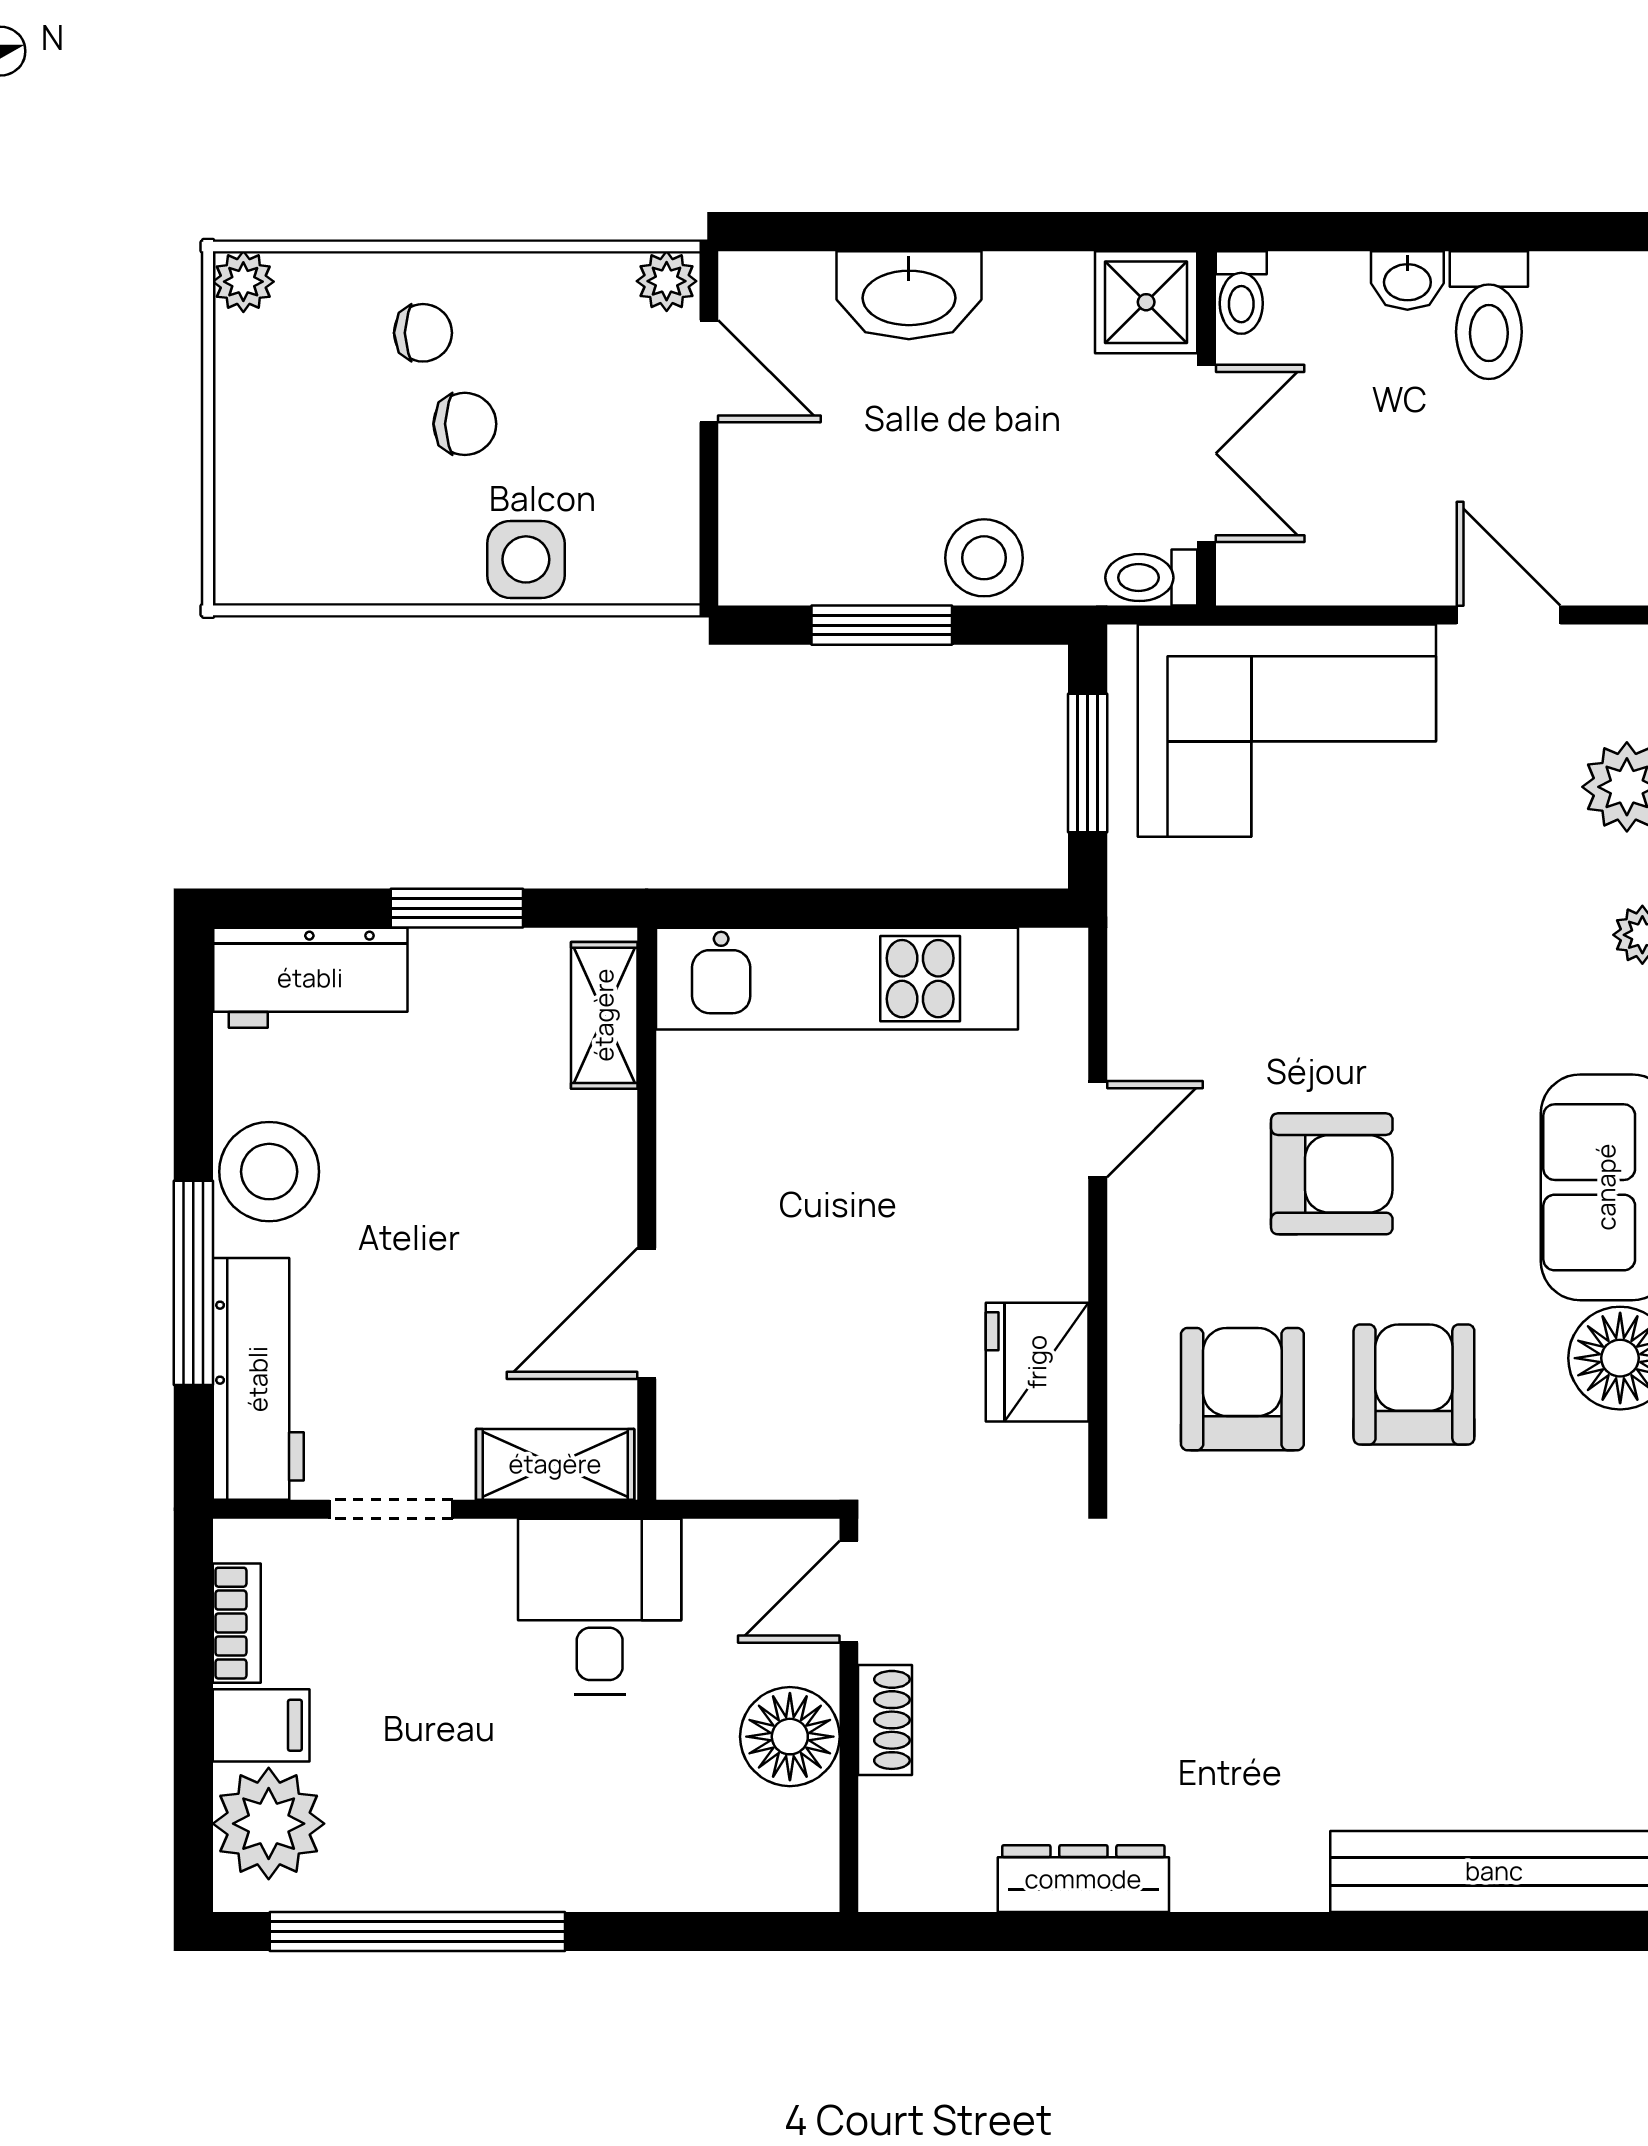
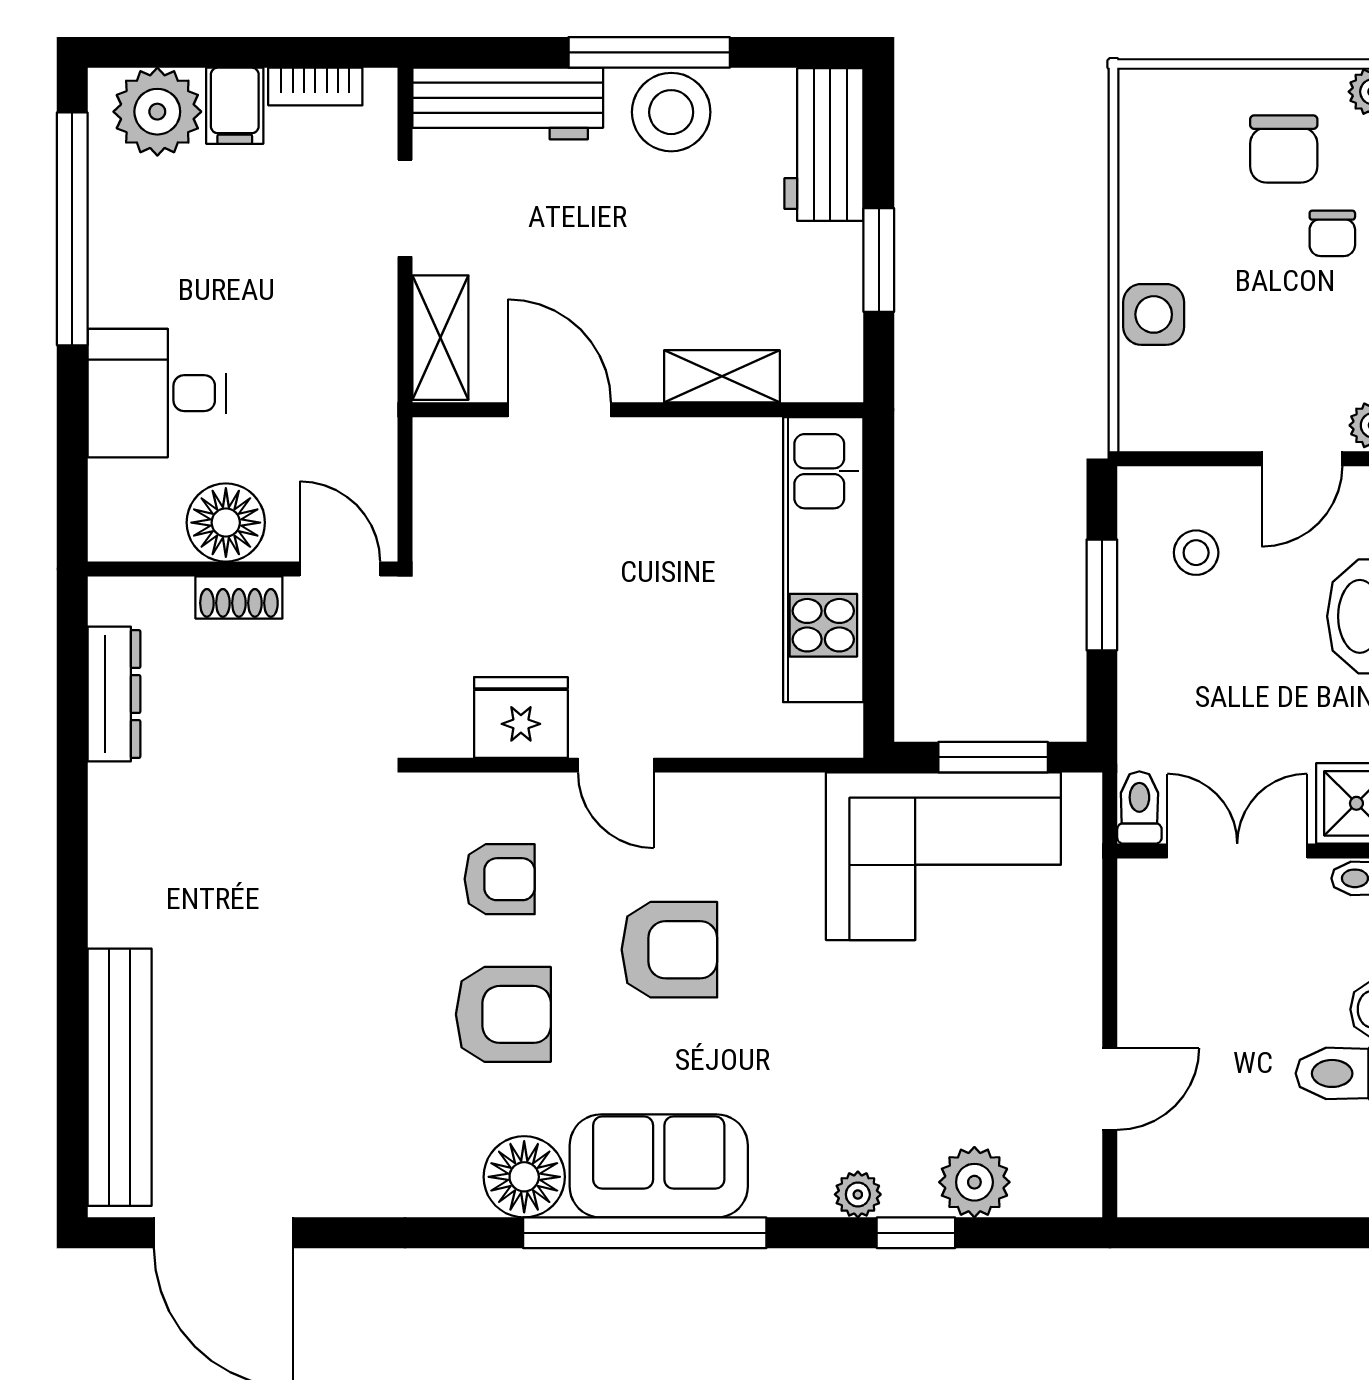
chair: (465, 424) -> (1284, 149), moved, width x1.37, depth x1.37
double door: (1207, 453) -> (1237, 851), swing flipped
stool: (984, 558) -> (1196, 553), moved, width x0.73, depth x0.73
corner sofa: (1287, 731) -> (943, 856), moved, turned -90
shelving: (604, 1015) -> (722, 376), moved
door: (1098, 1129) -> (616, 765), moved
armchair: (1332, 1174) -> (669, 950), turned -90
window: (193, 1283) -> (649, 52), moved
armchair: (1242, 1389) -> (500, 879), width x0.72, depth x0.72
desk: (600, 1606) -> (157, 393), moved, turned 180
dresser: (1083, 1879) -> (114, 694), moved

